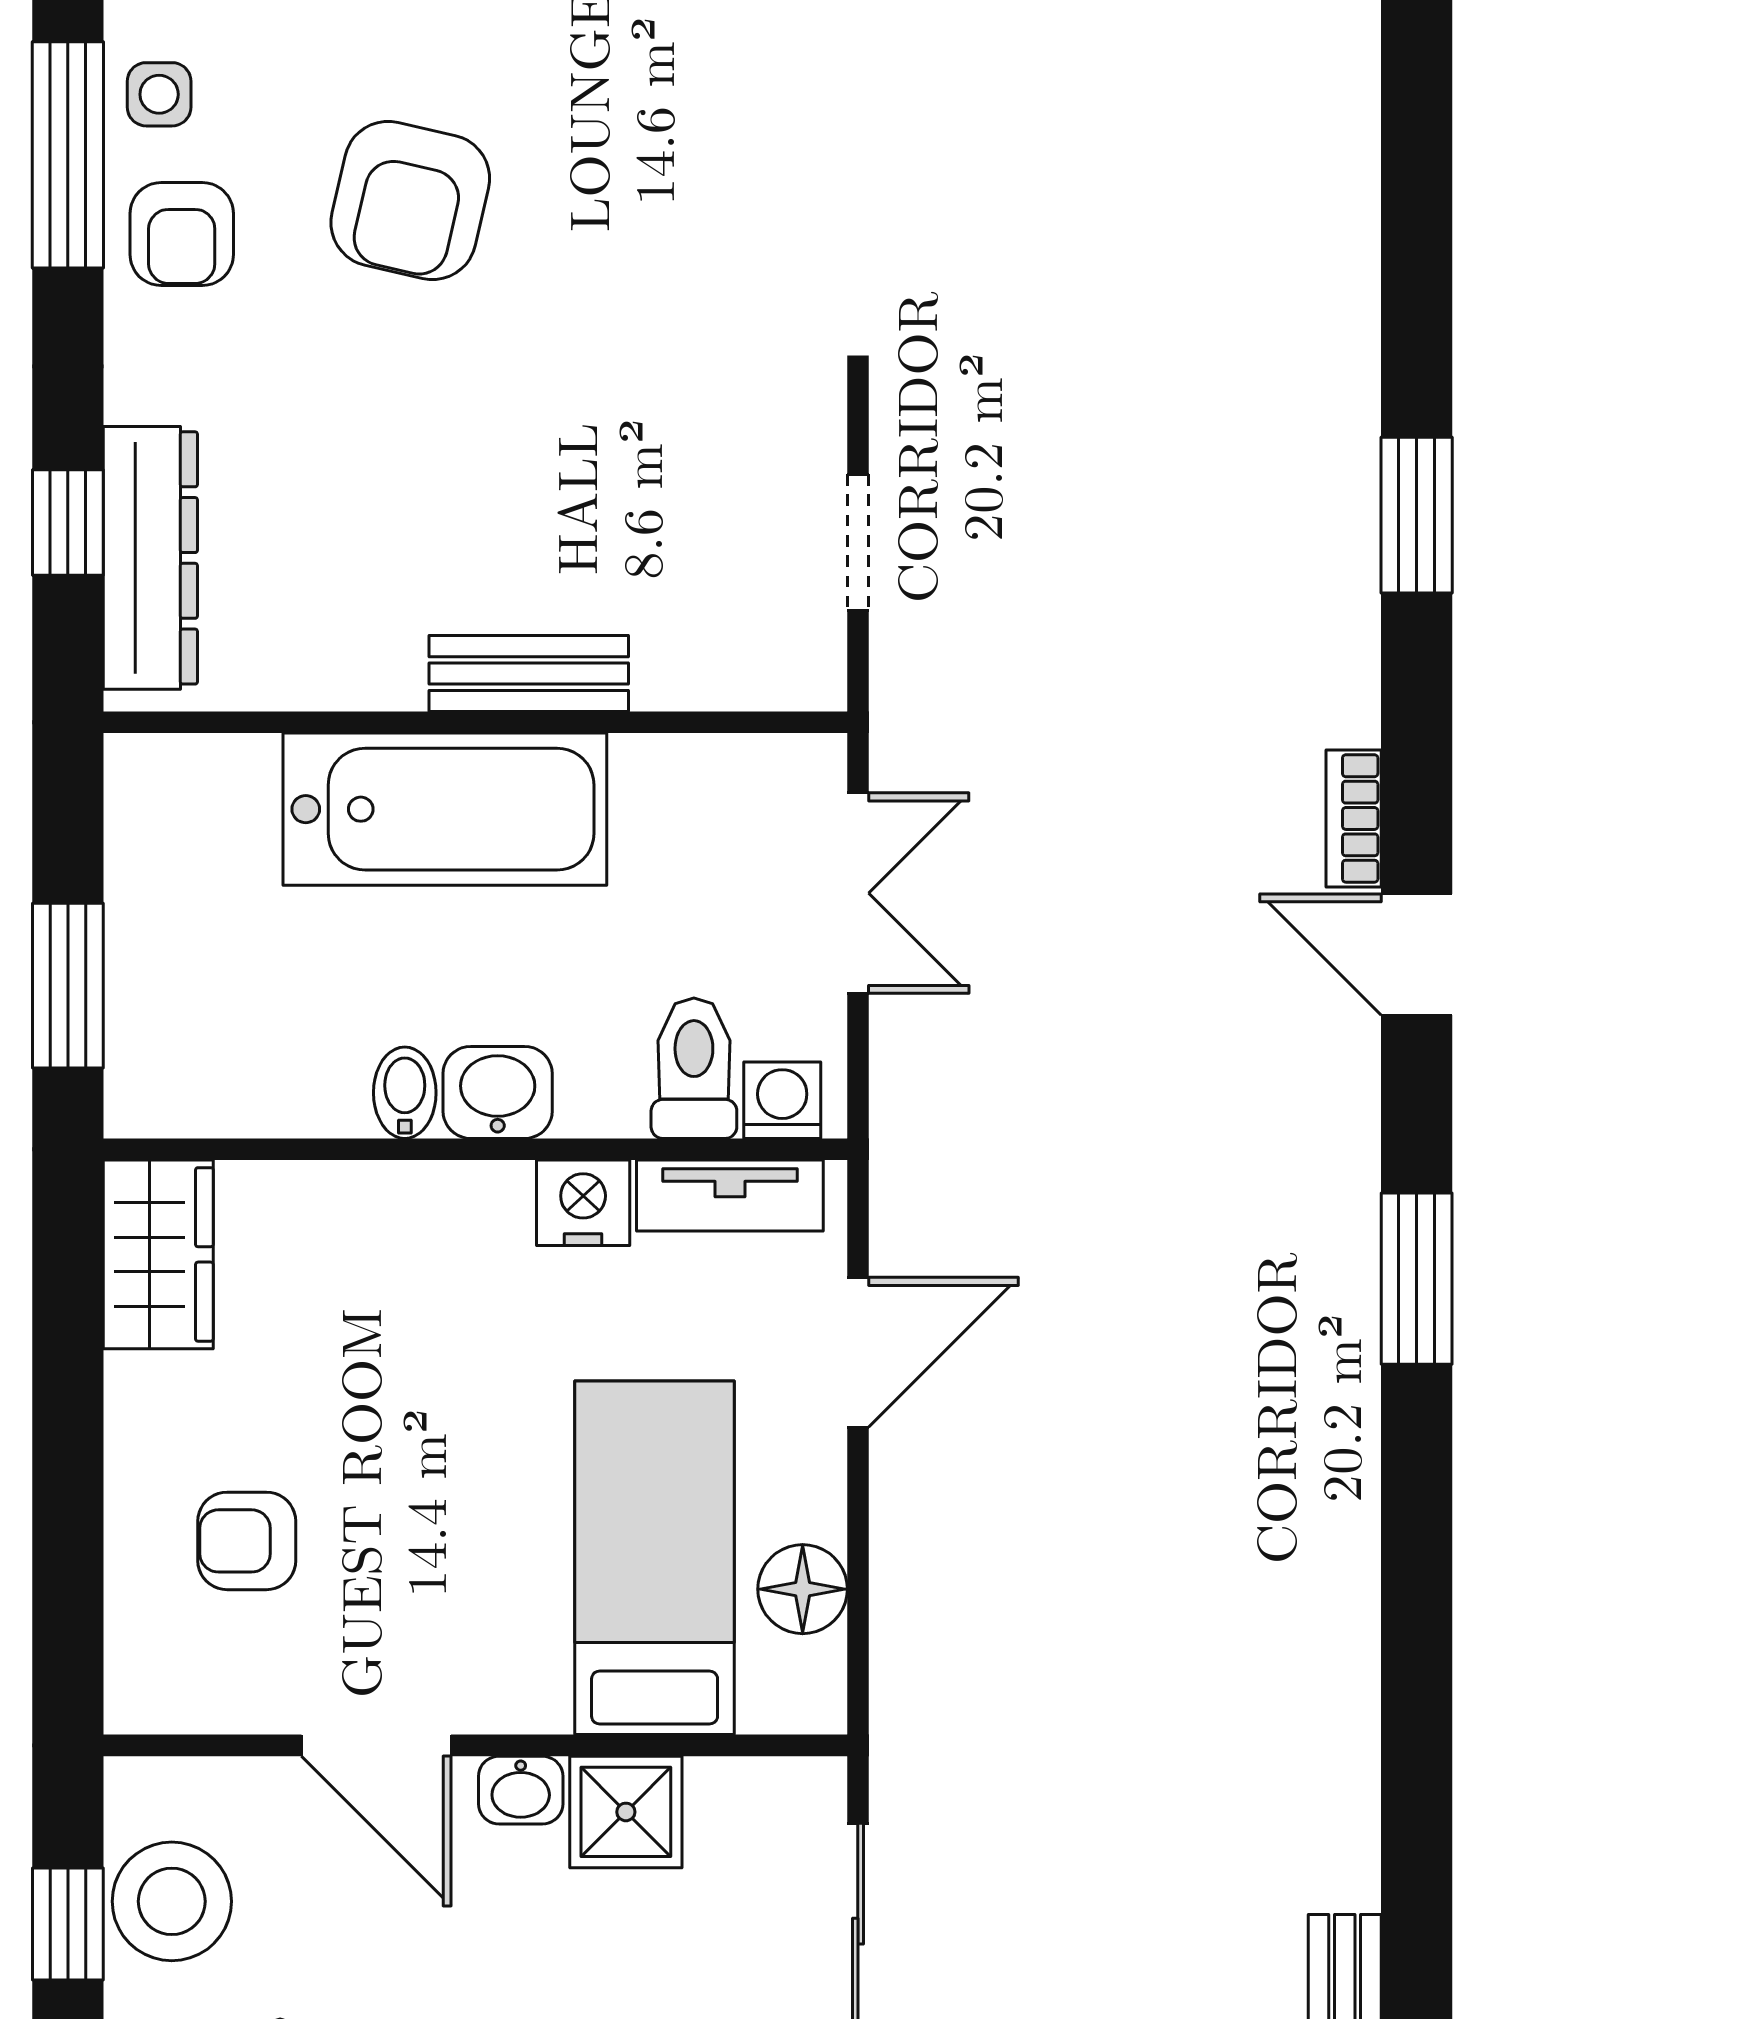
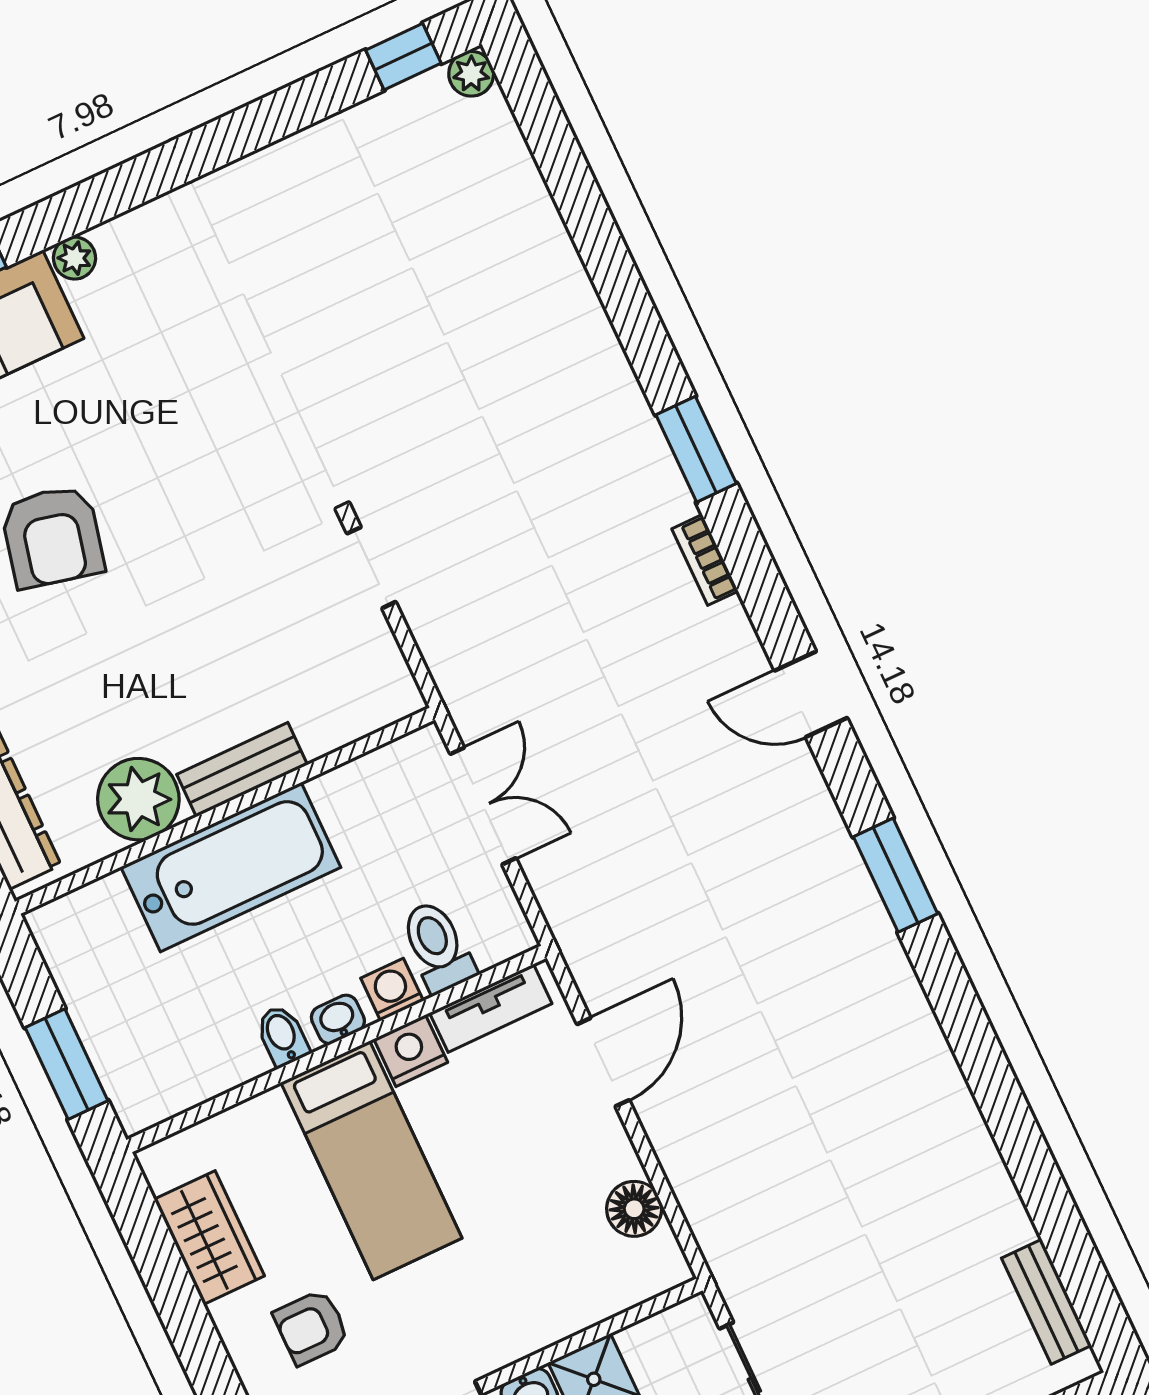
doorway: (858, 542) -> (371, 568), moved
plant: (356, 645) -> (138, 799), added
bookcase: (1354, 818) -> (705, 560), moved
washbasin: (498, 1092) -> (338, 1019), width x0.72, depth x0.69
washing machine: (782, 1100) -> (392, 990), moved
wardrobe: (158, 1254) -> (209, 1238), moved
bed: (655, 1558) -> (371, 1160), moved, turned 180

